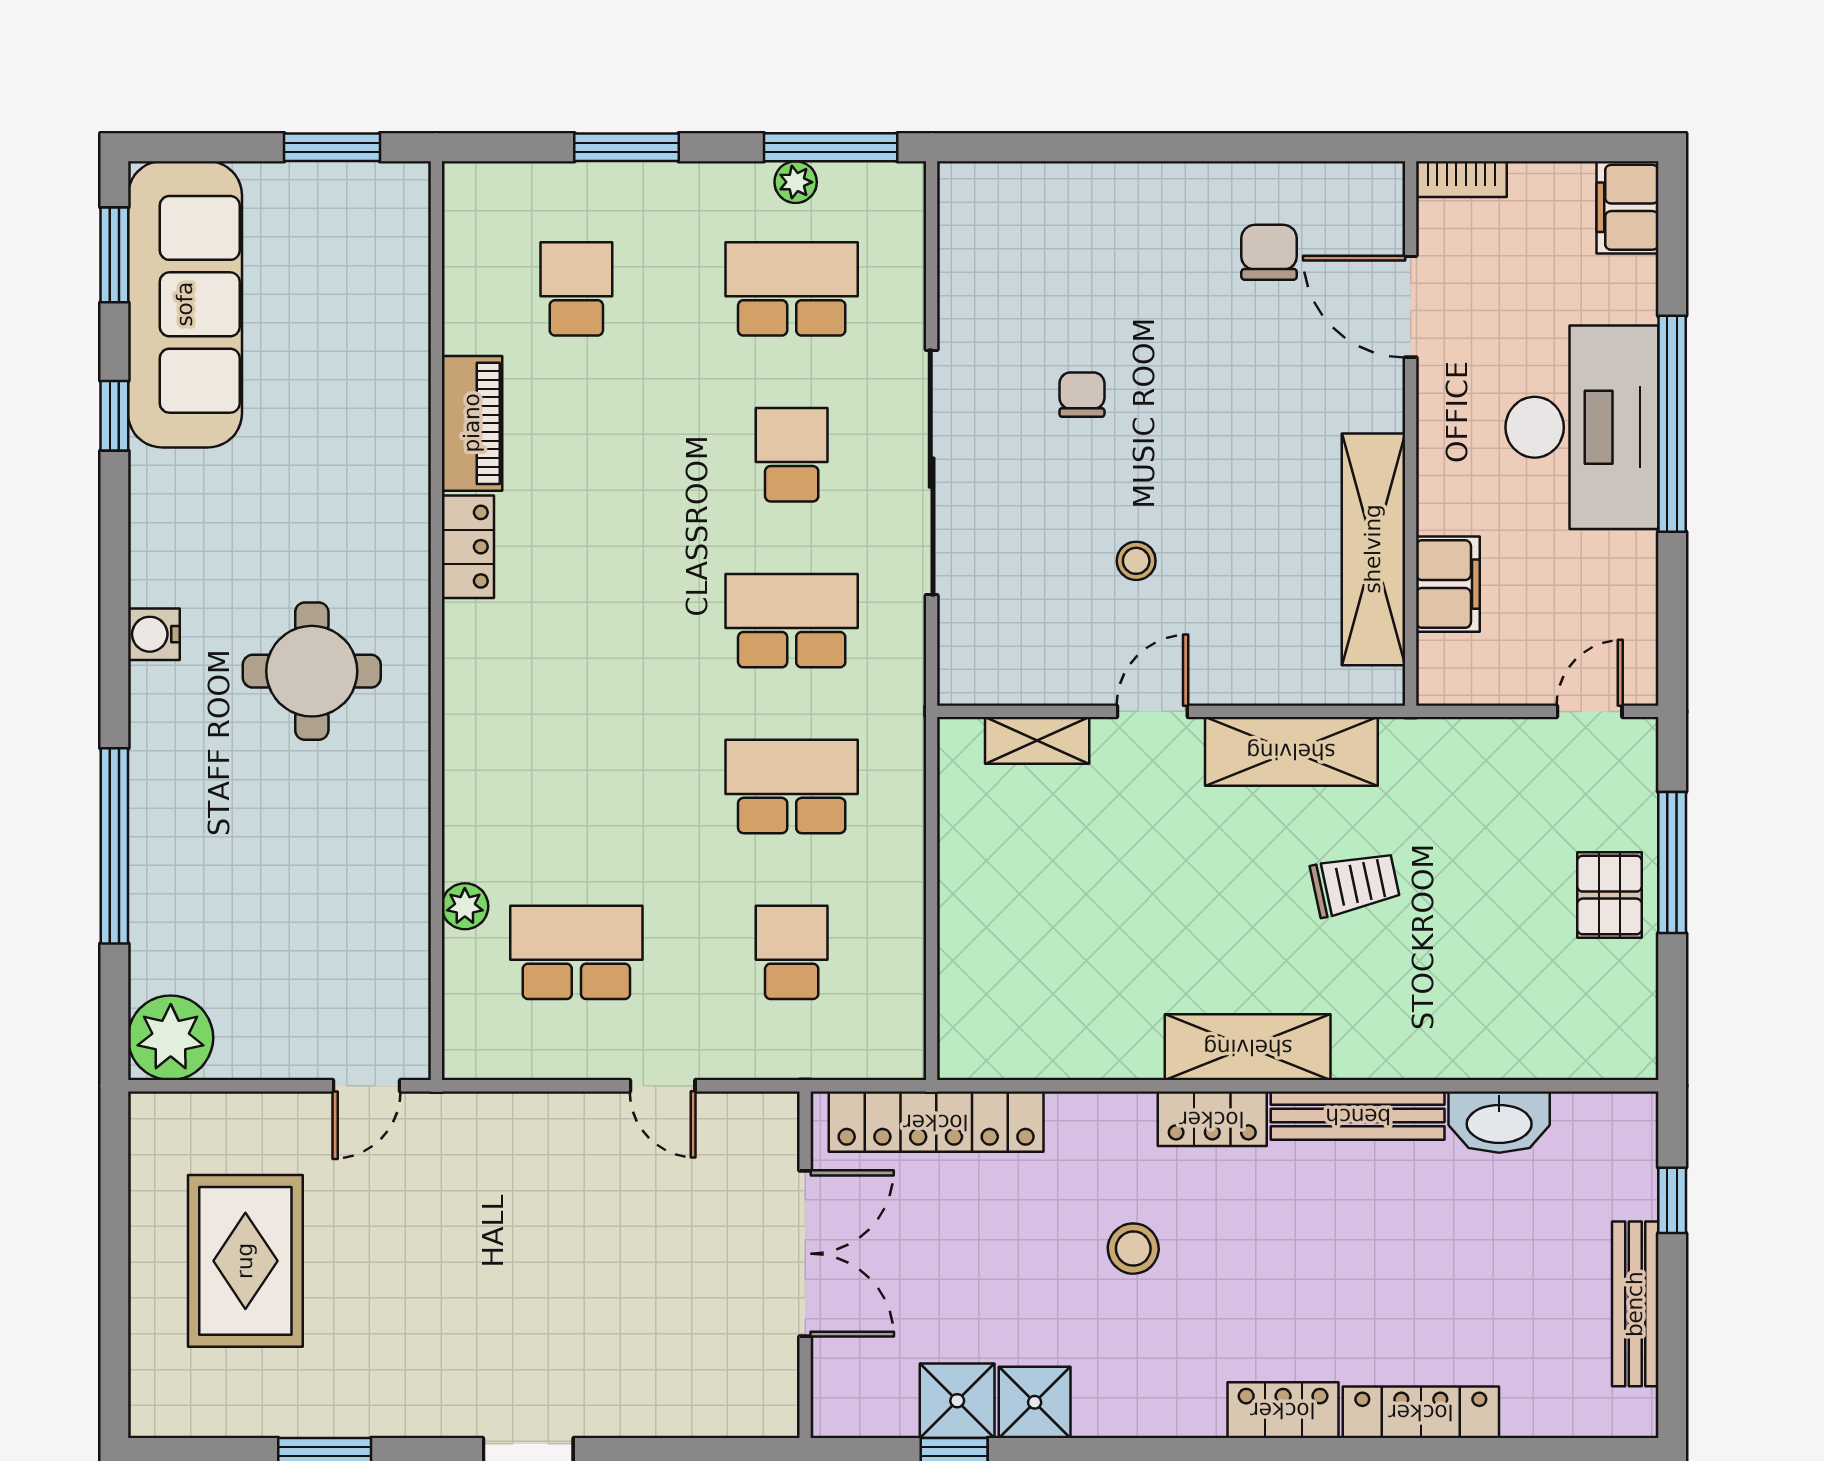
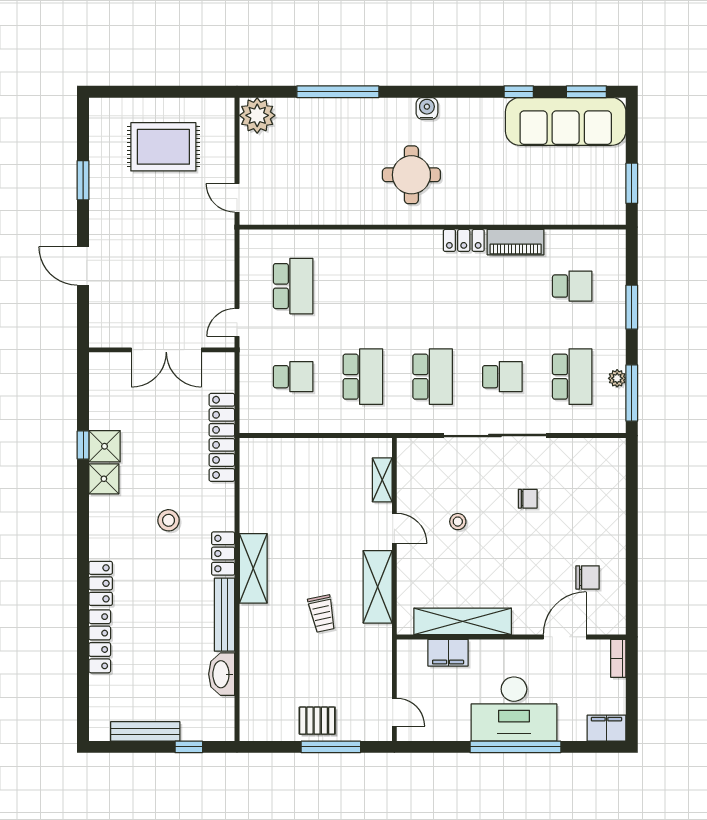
plant: (465, 906) -> (312, 239), removed
double door: (805, 1254) -> (166, 350), moved
wall: (805, 1265) -> (162, 350), moved

